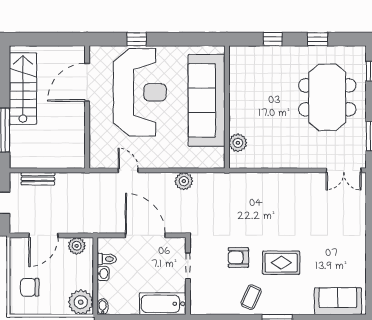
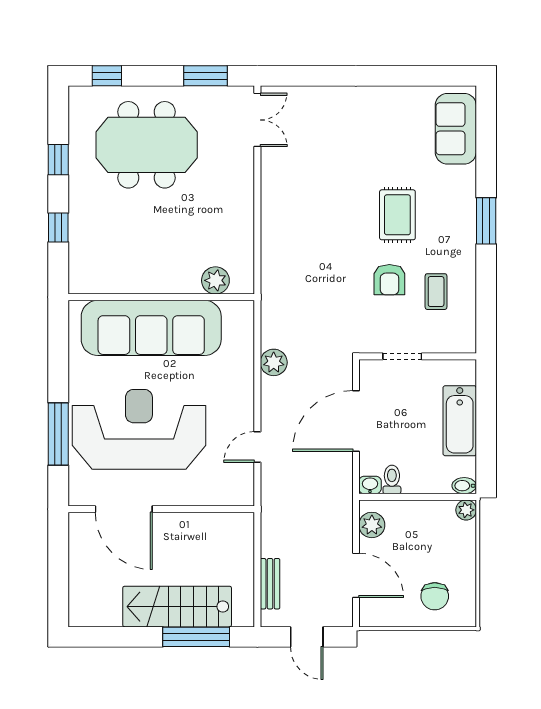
window: (137, 39) -> (58, 434), width x2.17
stairs: (23, 89) -> (177, 607), moved
washbasin: (103, 274) -> (370, 485), moved
coffee table: (251, 297) -> (436, 292), moved, turned 66
plant: (81, 302) -> (466, 510), width x0.53, depth x0.53
bathtub: (163, 304) -> (460, 421), moved

